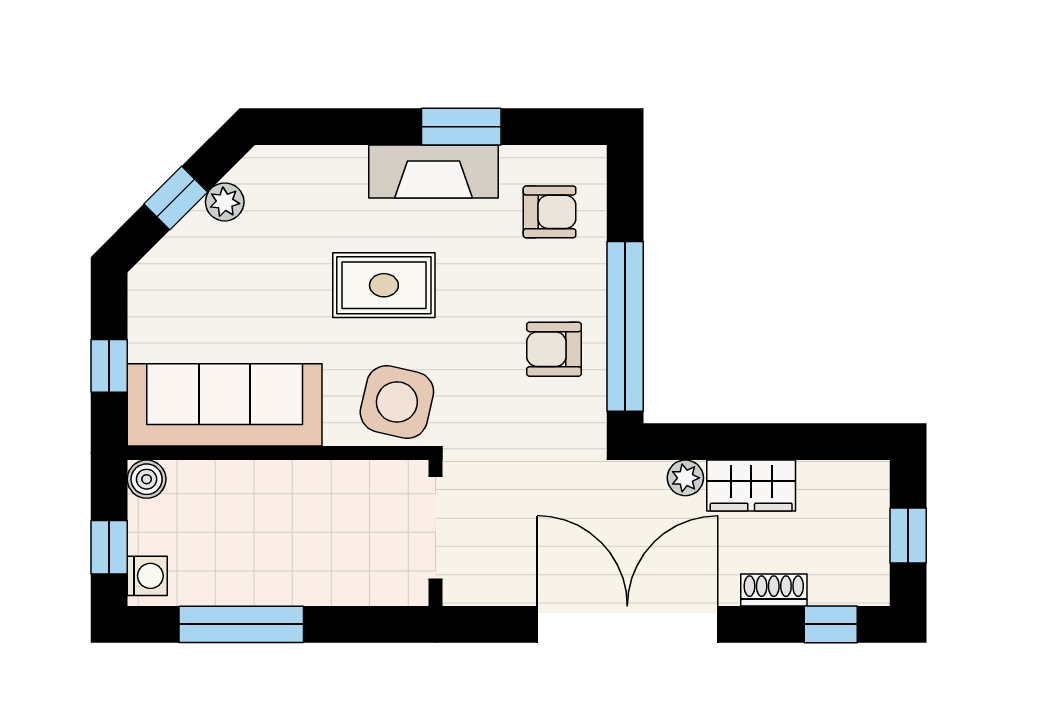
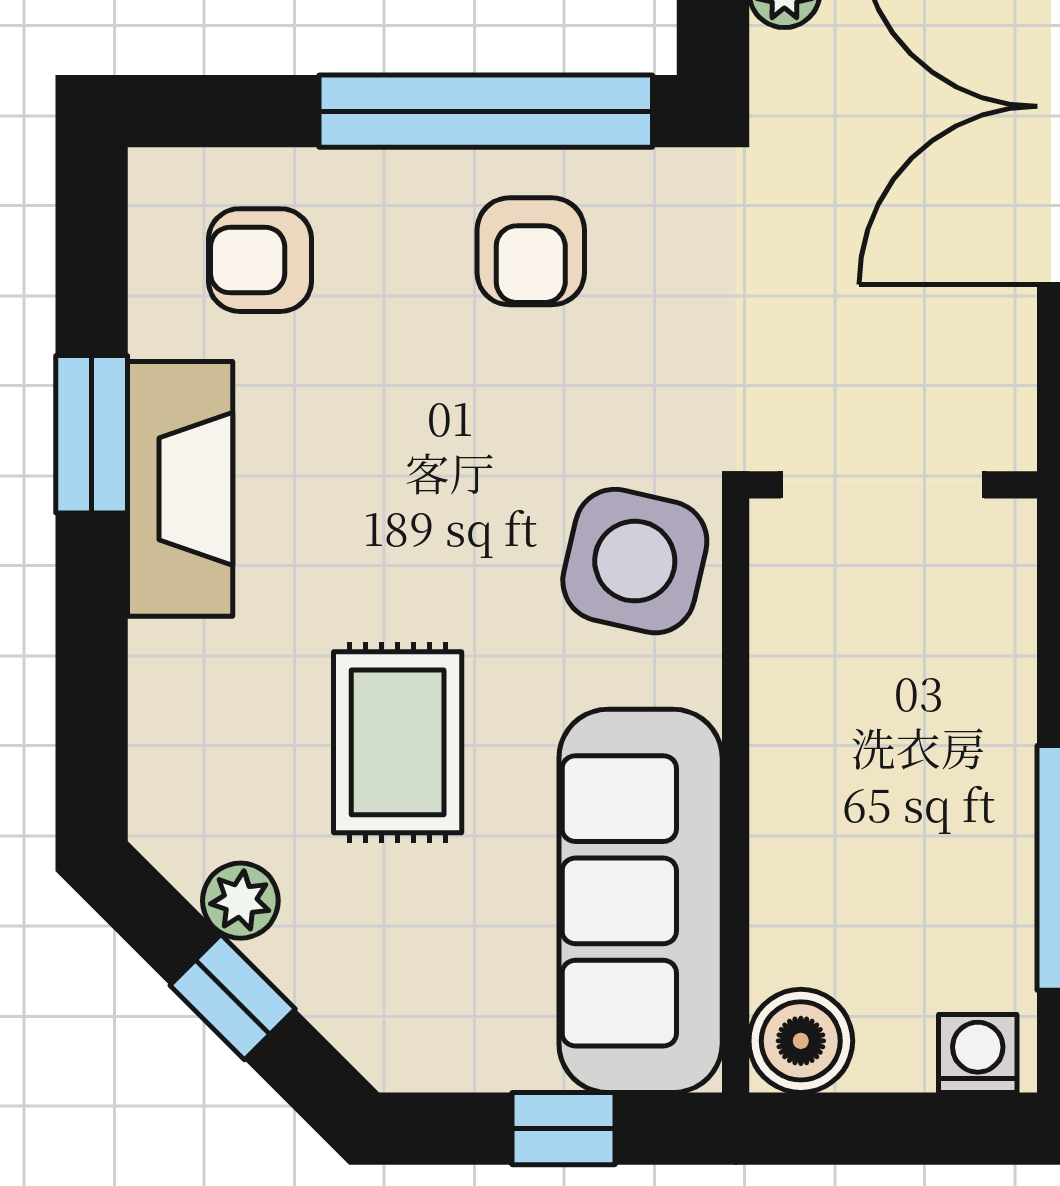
armchair: (550, 212) -> (260, 260), turned -90
rug: (384, 285) -> (398, 742), moved
boiler: (147, 479) -> (801, 1041), width x1.36, depth x1.36
window: (109, 547) -> (921, 1129), removed

